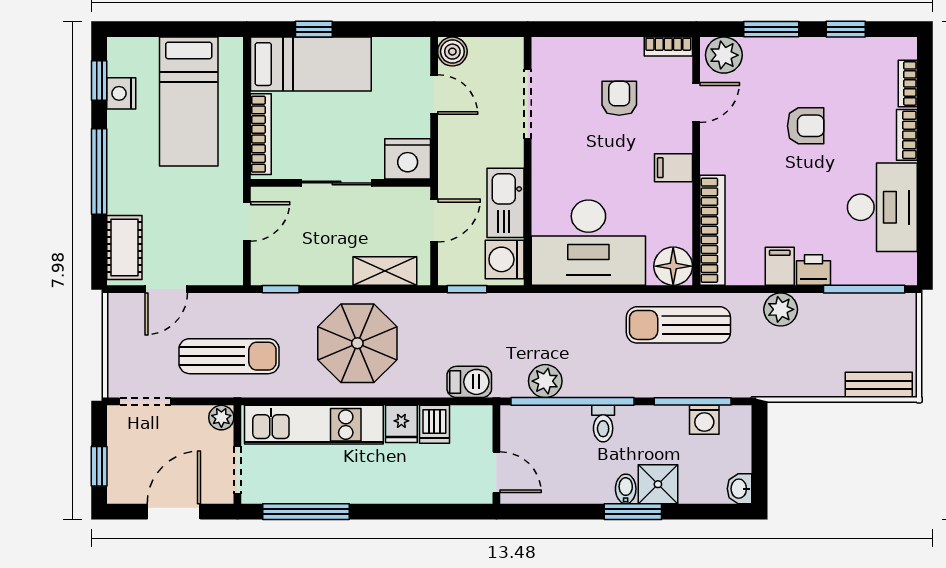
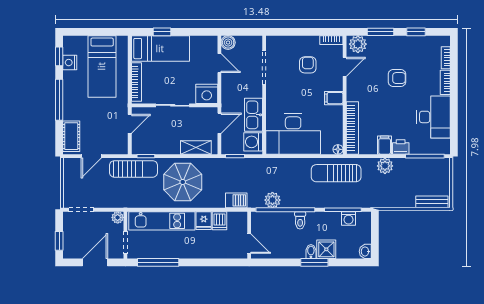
floor lamp: (673, 266) -> (338, 149), width x0.53, depth x0.53
sun lounger: (229, 356) -> (133, 169), moved

